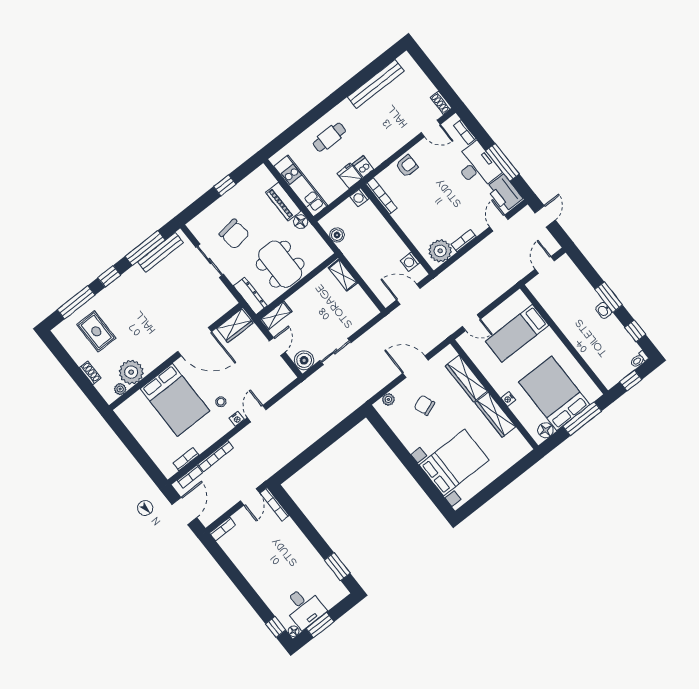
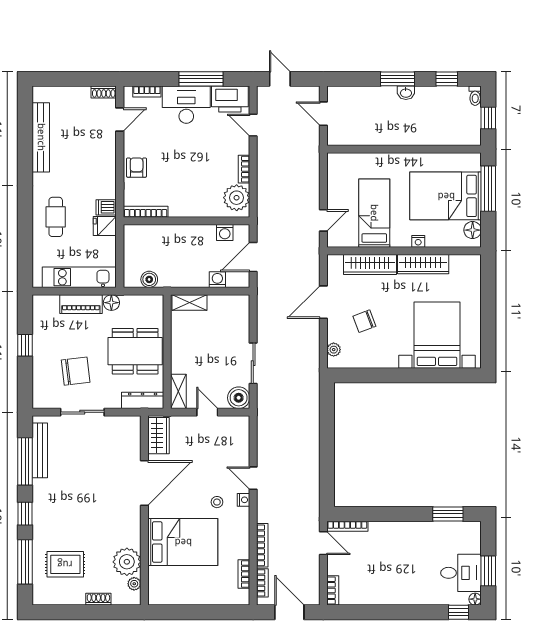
washing machine: (359, 197) -> (217, 280), moved, turned 180
bed: (517, 333) -> (374, 213), moved, turned 180

